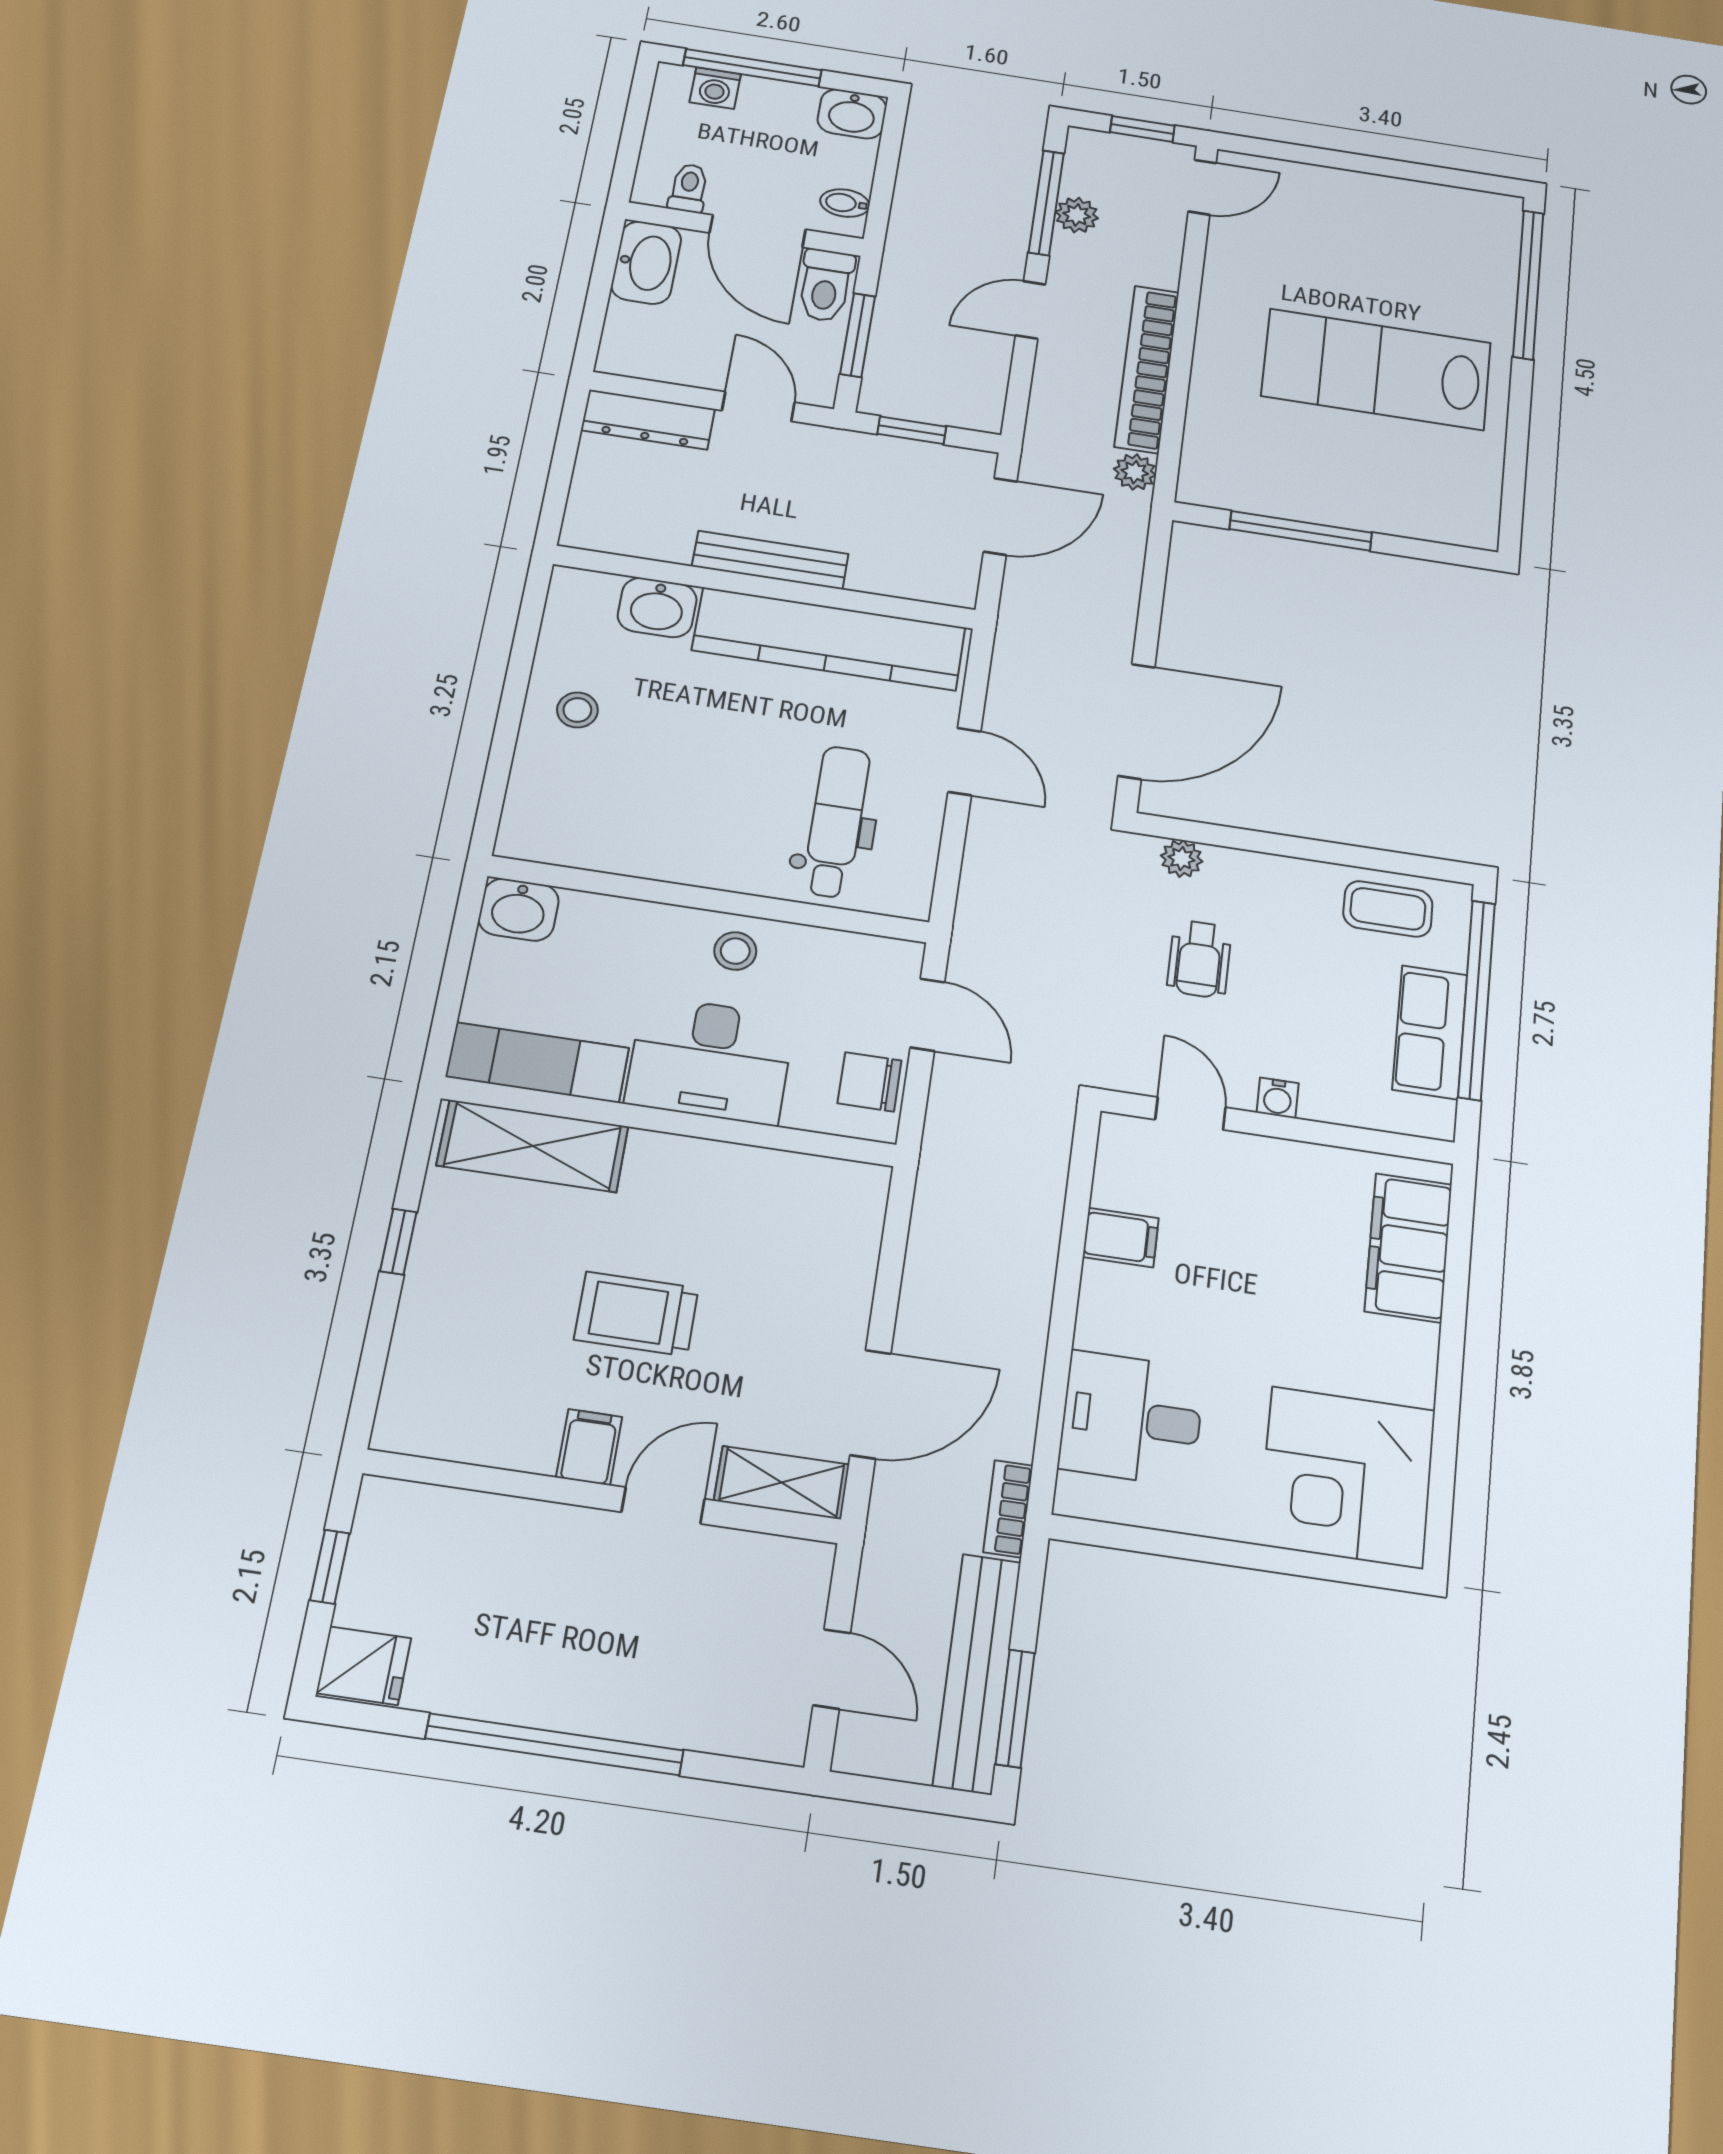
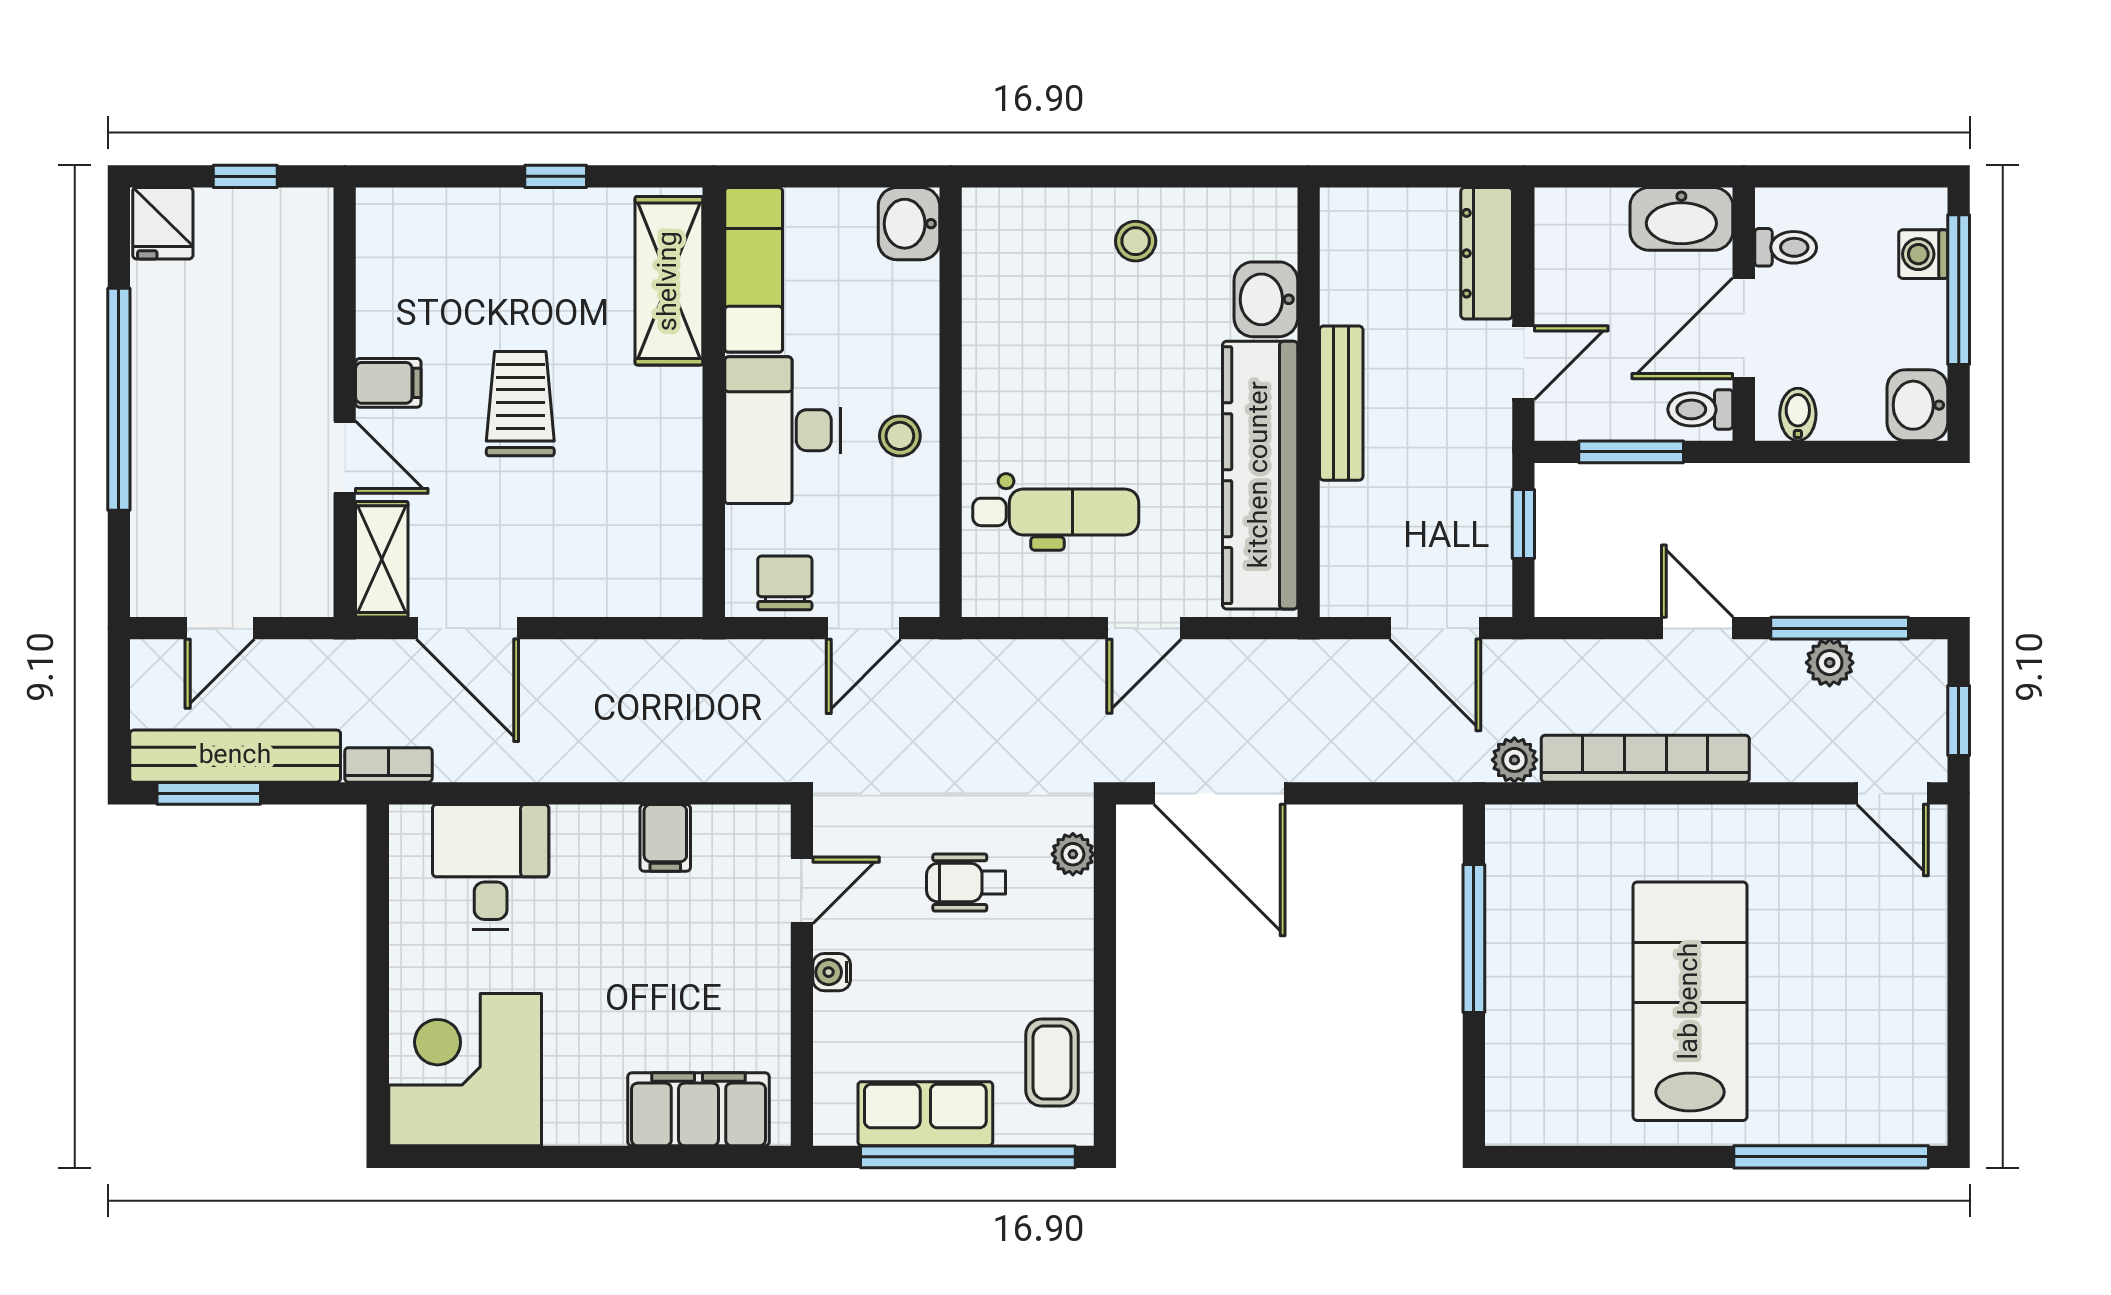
toilet: (825, 285) -> (1700, 409), width x0.73, depth x0.72

